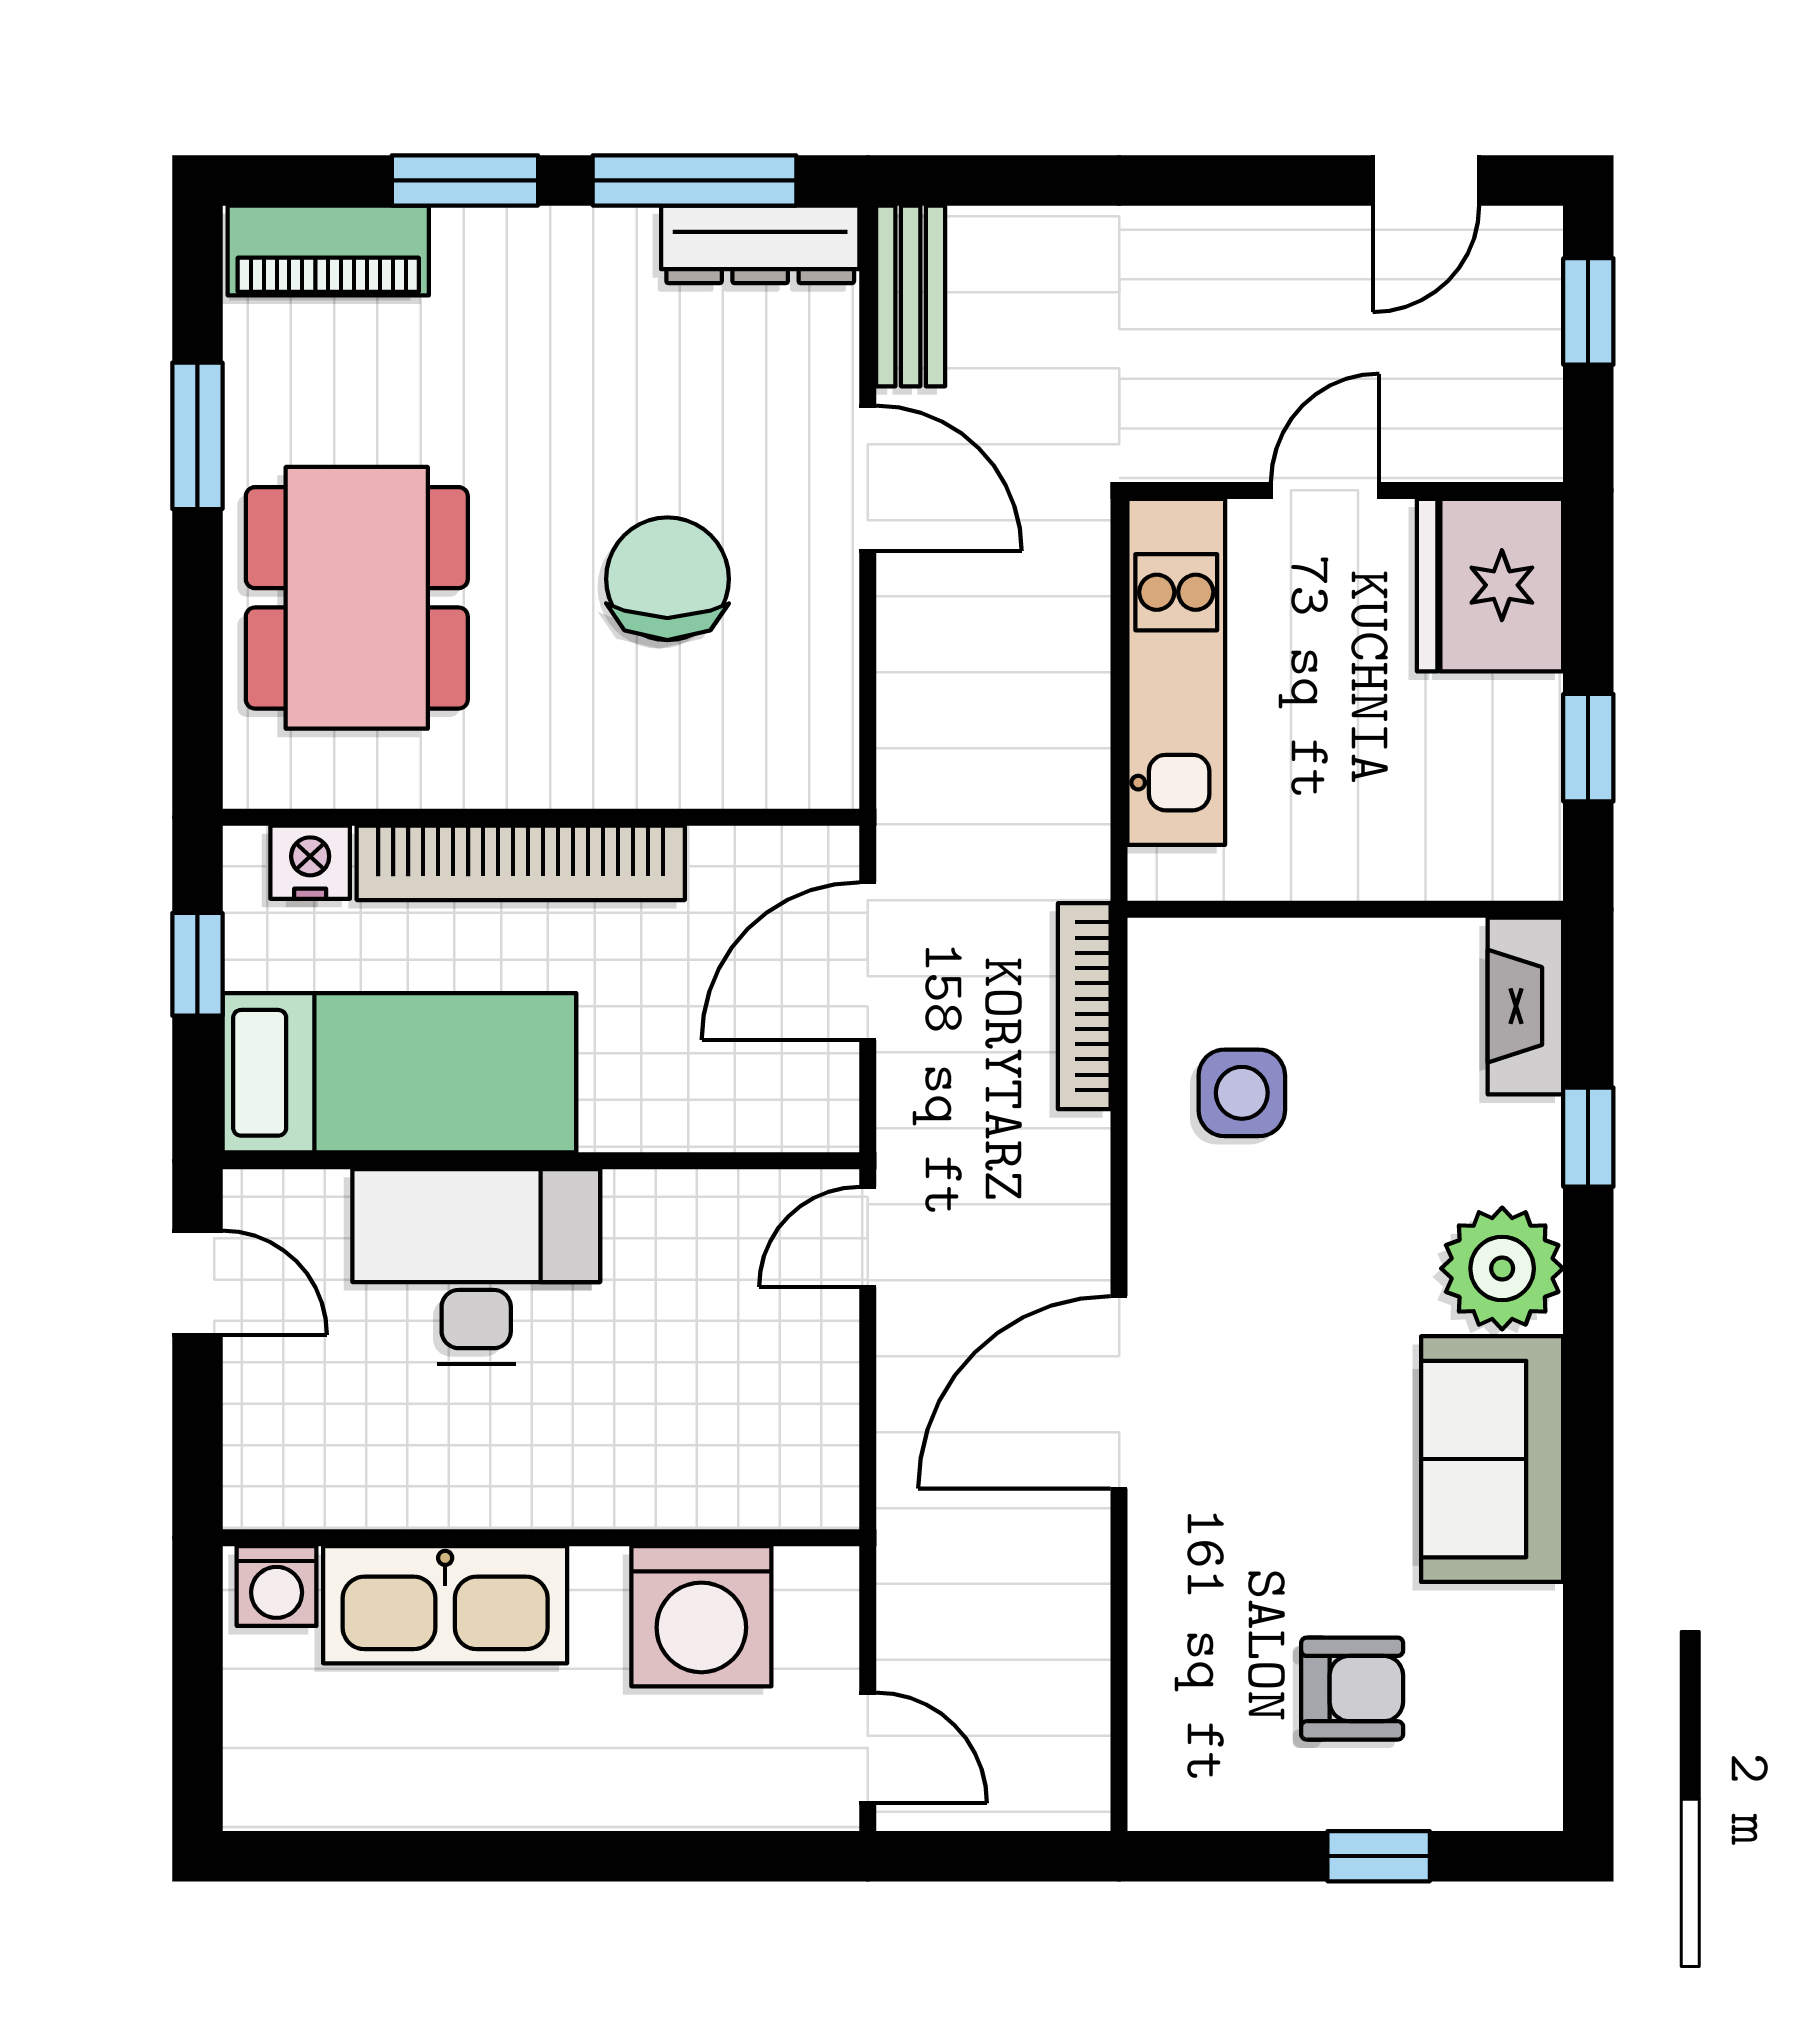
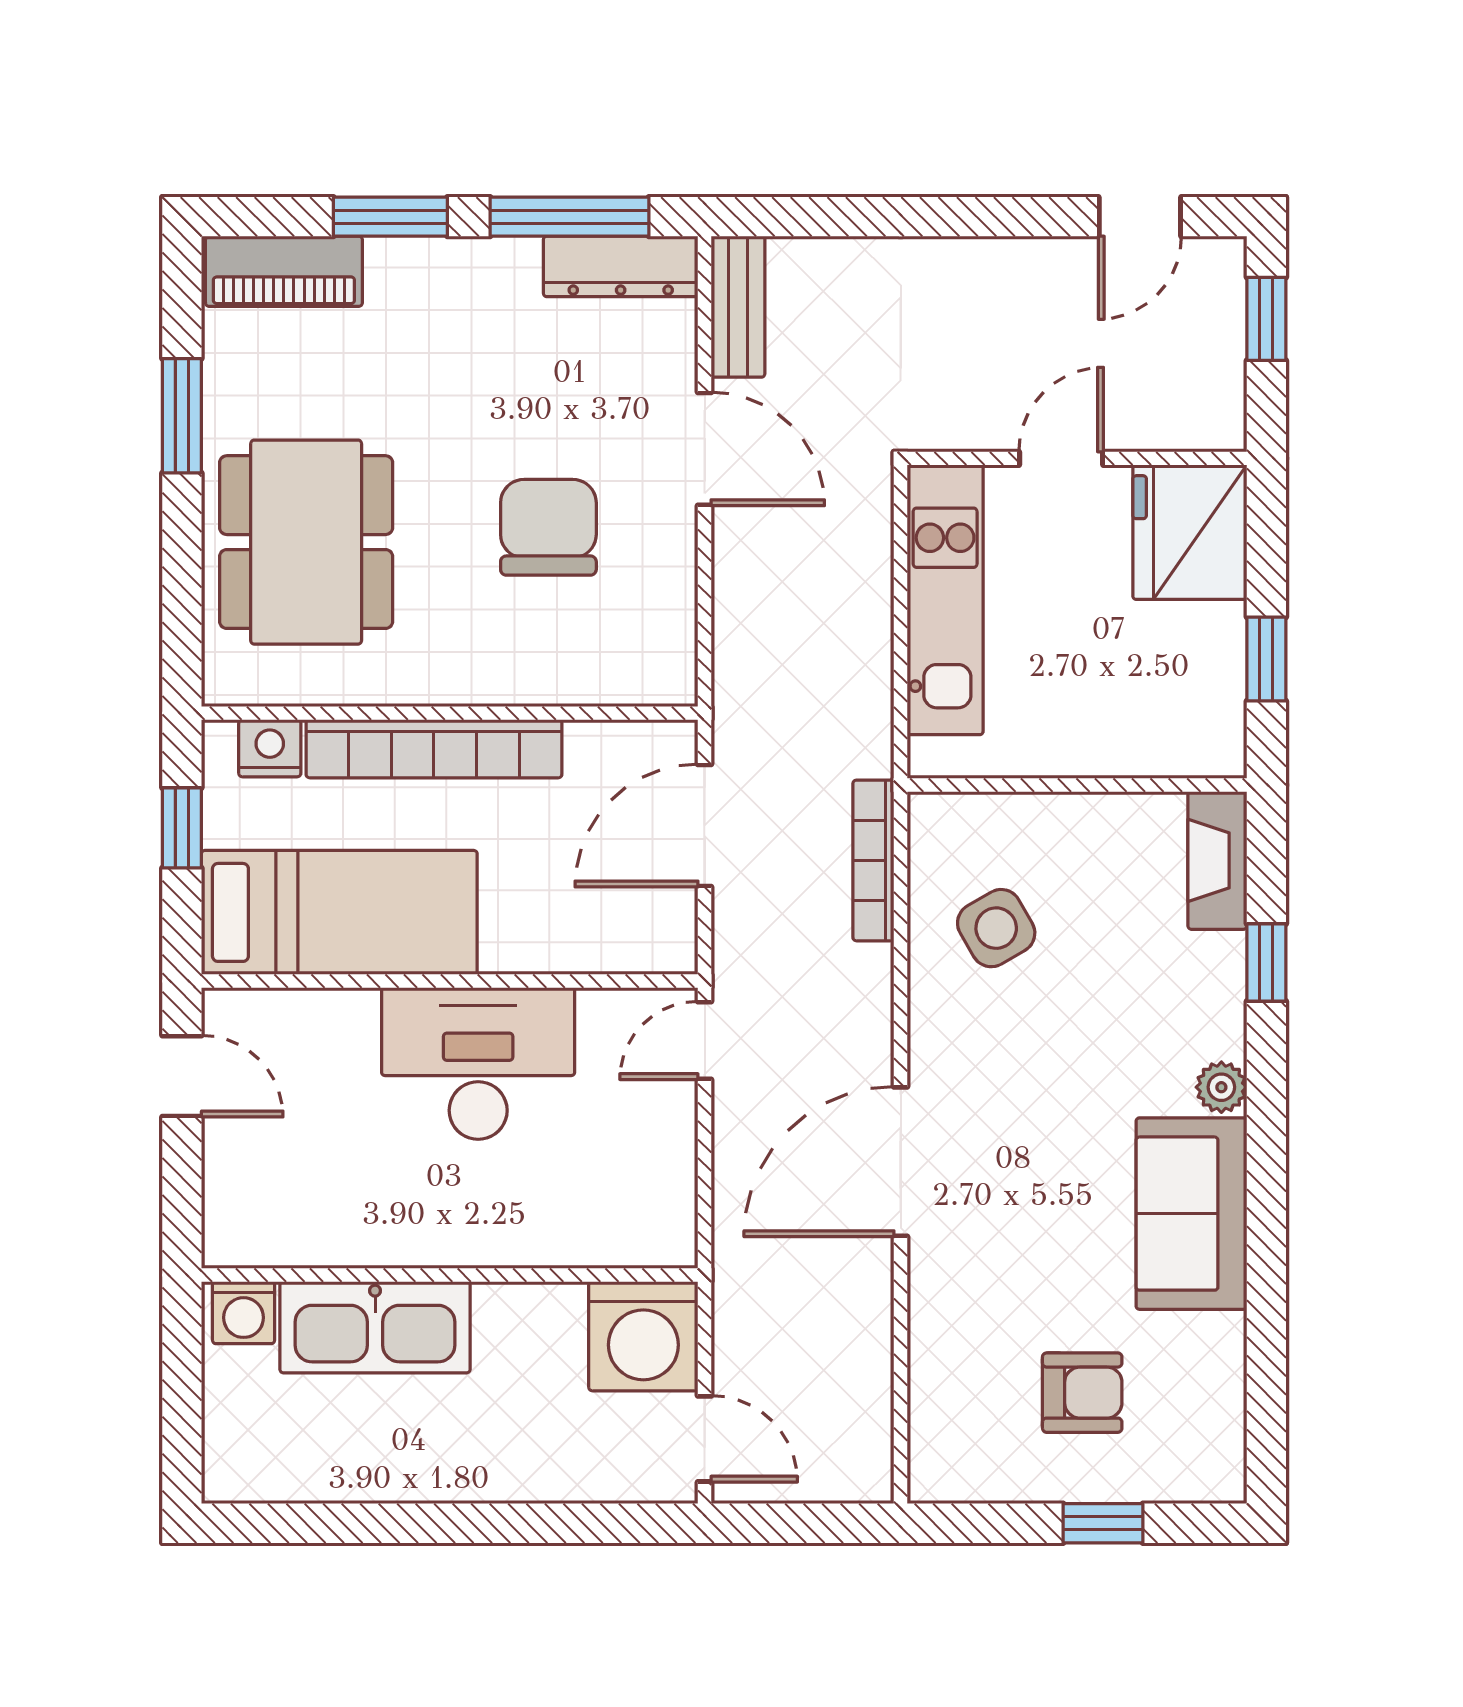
side table: (1242, 1093) -> (996, 928), turned -30
desk: (476, 1266) -> (478, 1063), moved
plant: (1502, 1268) -> (1221, 1087), width x0.53, depth x0.53
washing machine: (701, 1616) -> (643, 1336), moved

